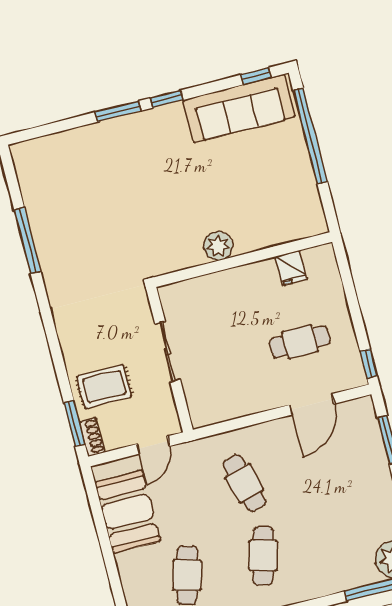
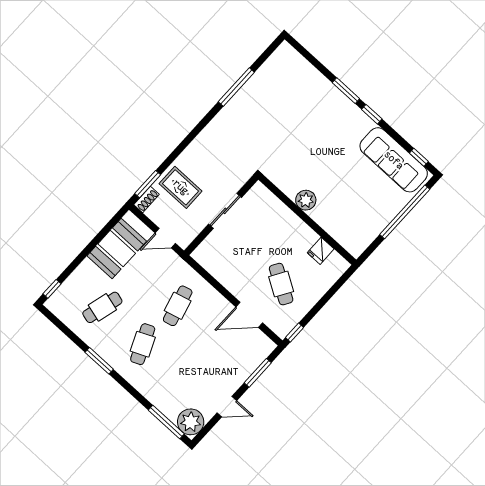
cafe table: (300, 342) -> (281, 284), turned 31
cafe table: (263, 556) -> (143, 344), turned -39

